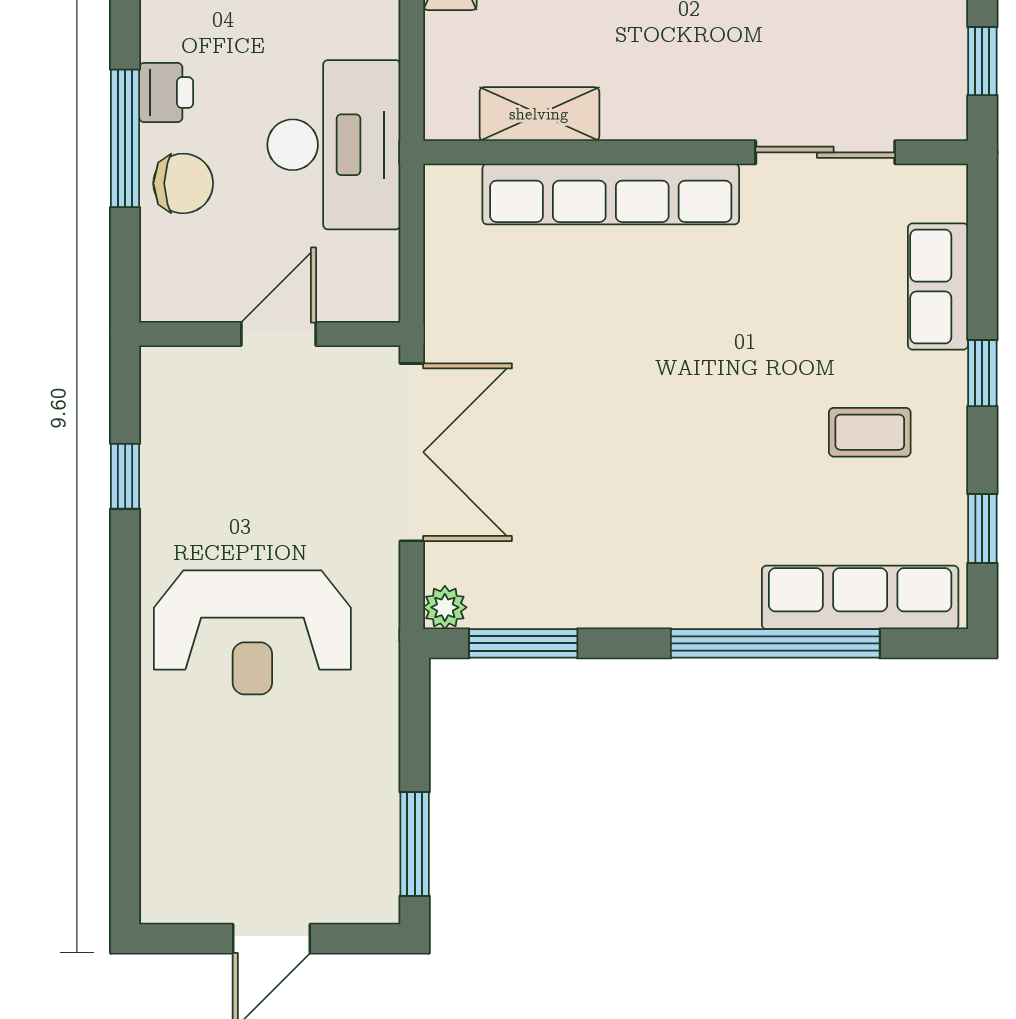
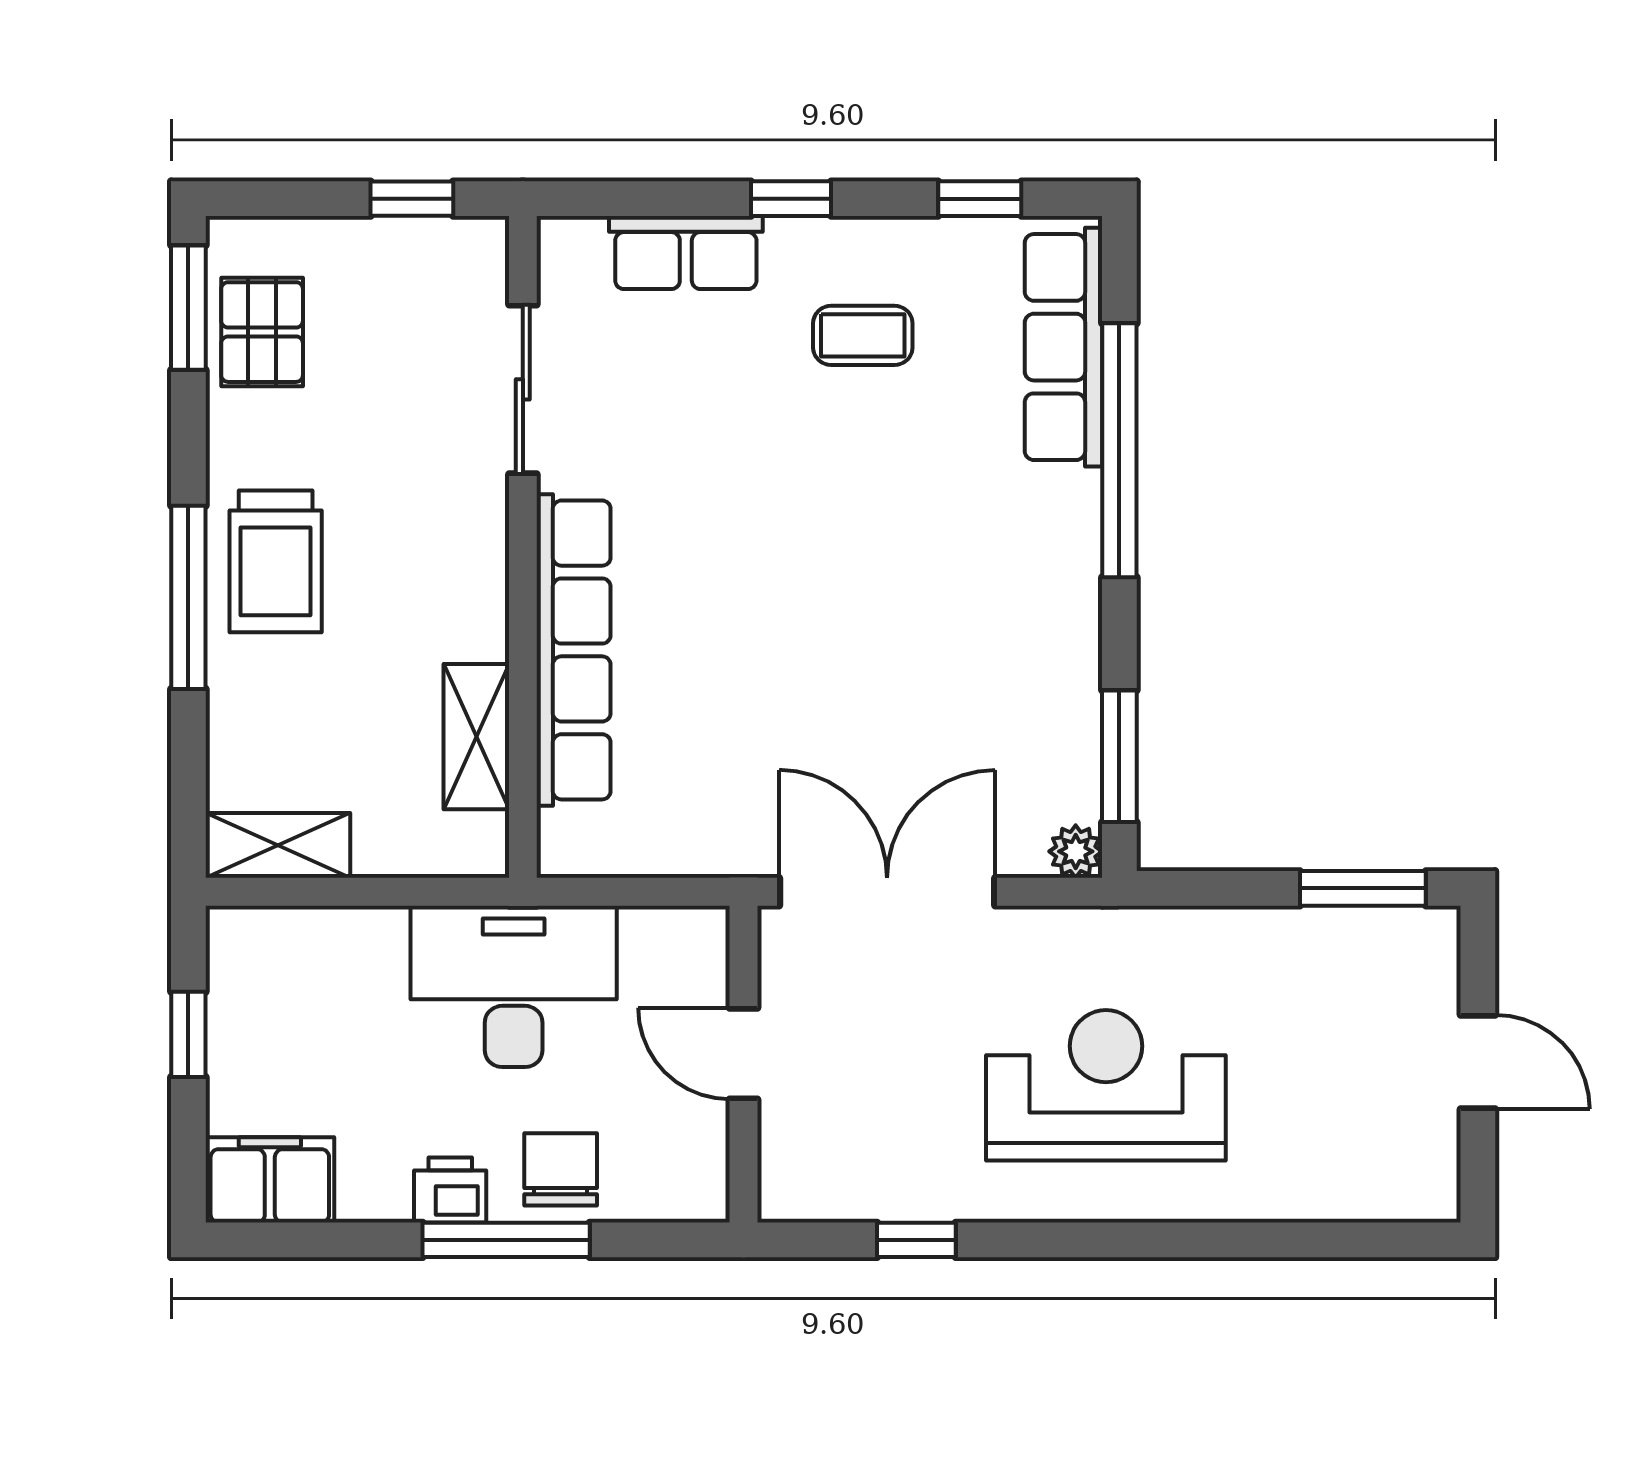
coffee table: (870, 432) -> (863, 335), turned 90
reception desk: (252, 632) -> (1106, 1085), turned -90

